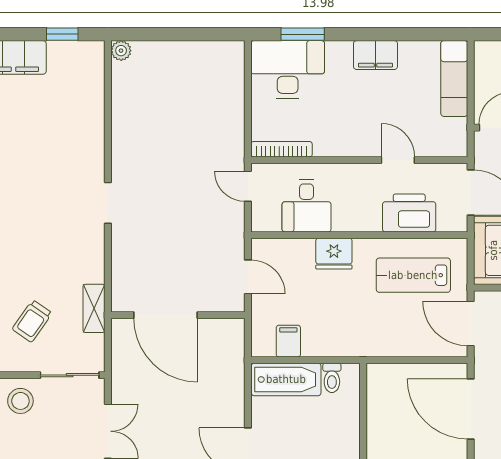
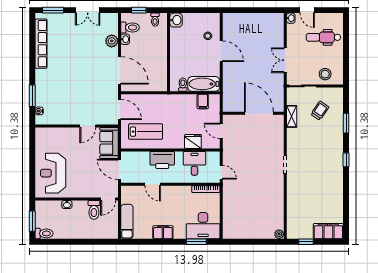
printer: (409, 213) -> (162, 160), moved
fridge: (334, 254) -> (193, 141), moved

